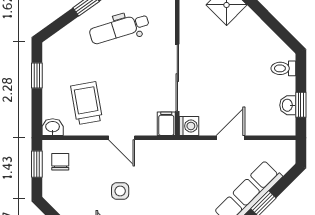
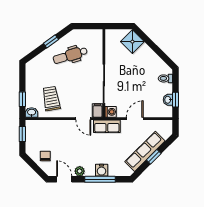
window: (37, 75) -> (22, 99), moved
door: (122, 138) -> (83, 119), moved
row of seats: (182, 151) -> (107, 126), added
chair: (60, 162) -> (45, 156), moved
side table: (120, 191) -> (71, 150), removed

